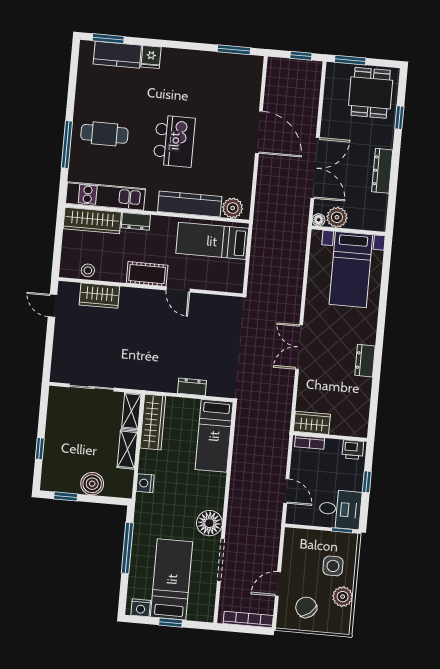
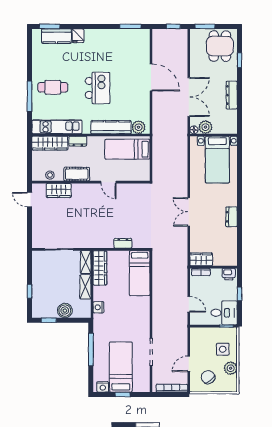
cot: (147, 274) -> (77, 174), moved
floor lamp: (209, 523) -> (142, 329), removed

